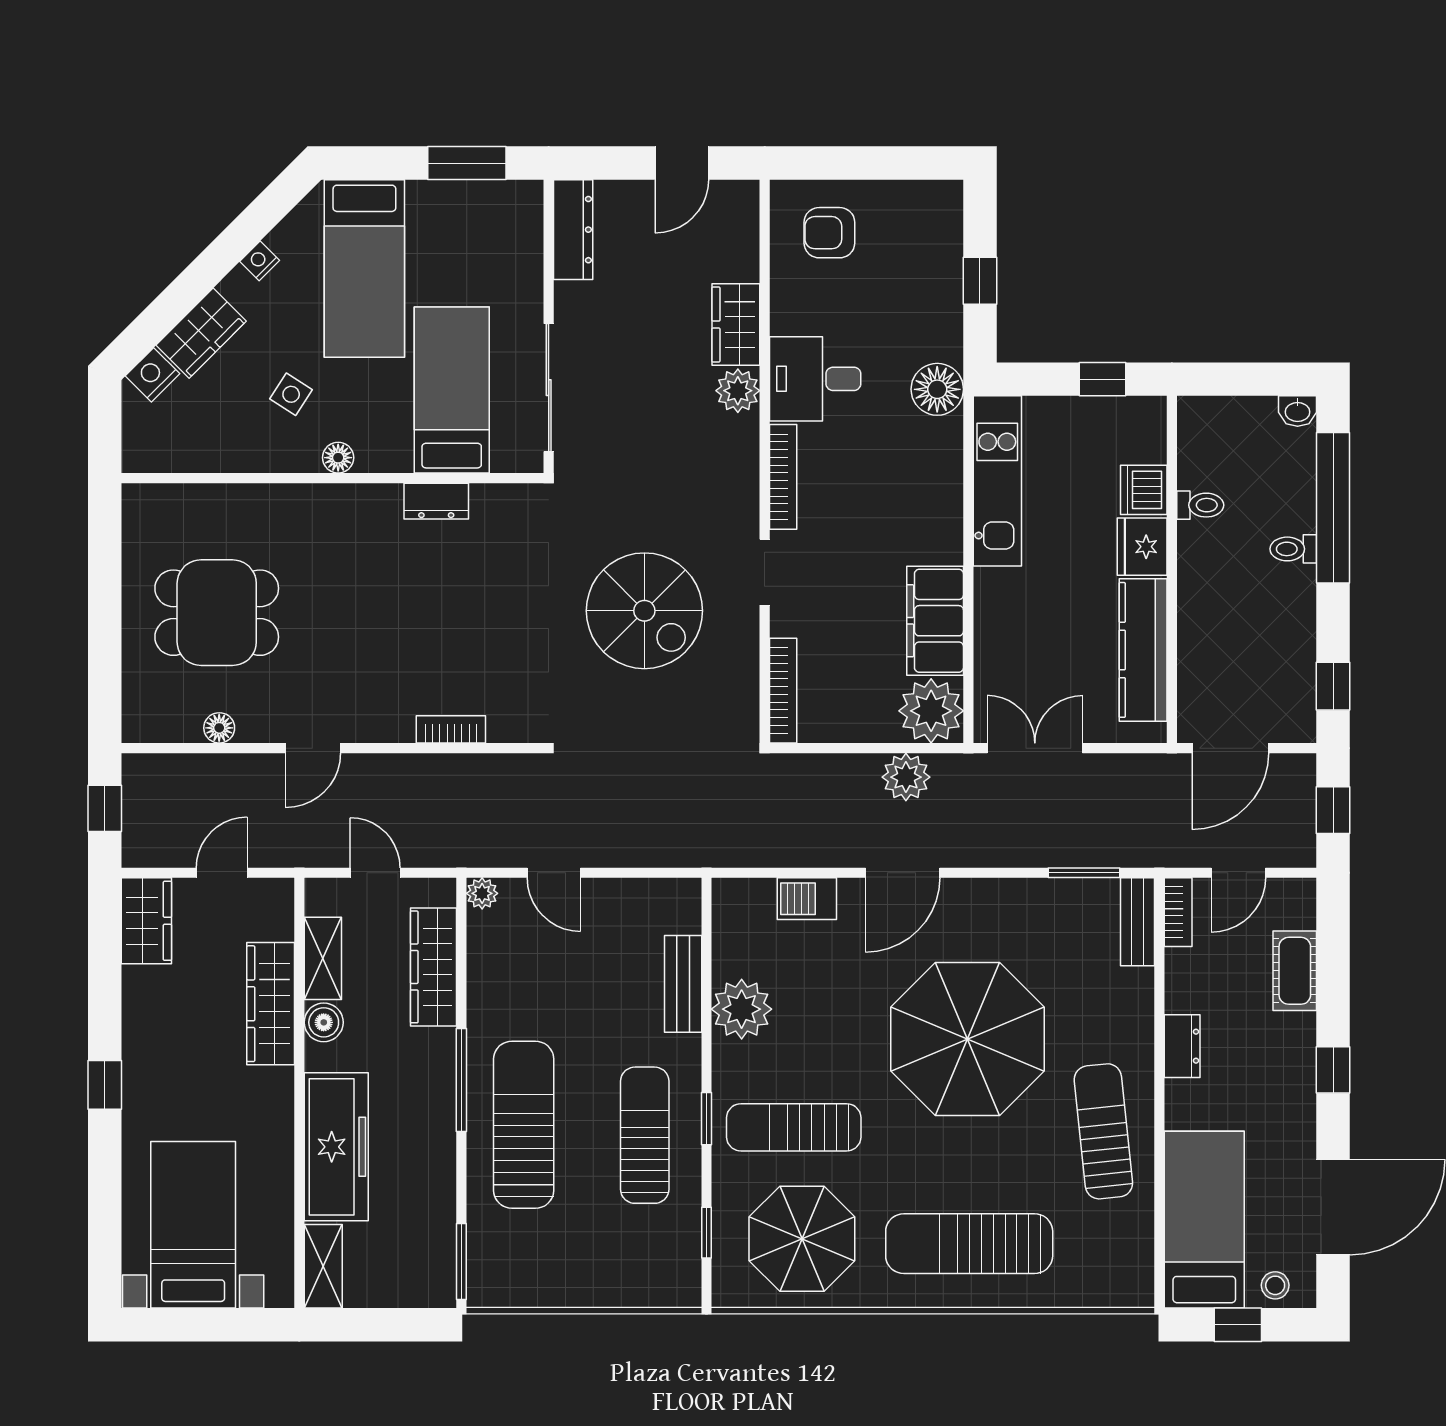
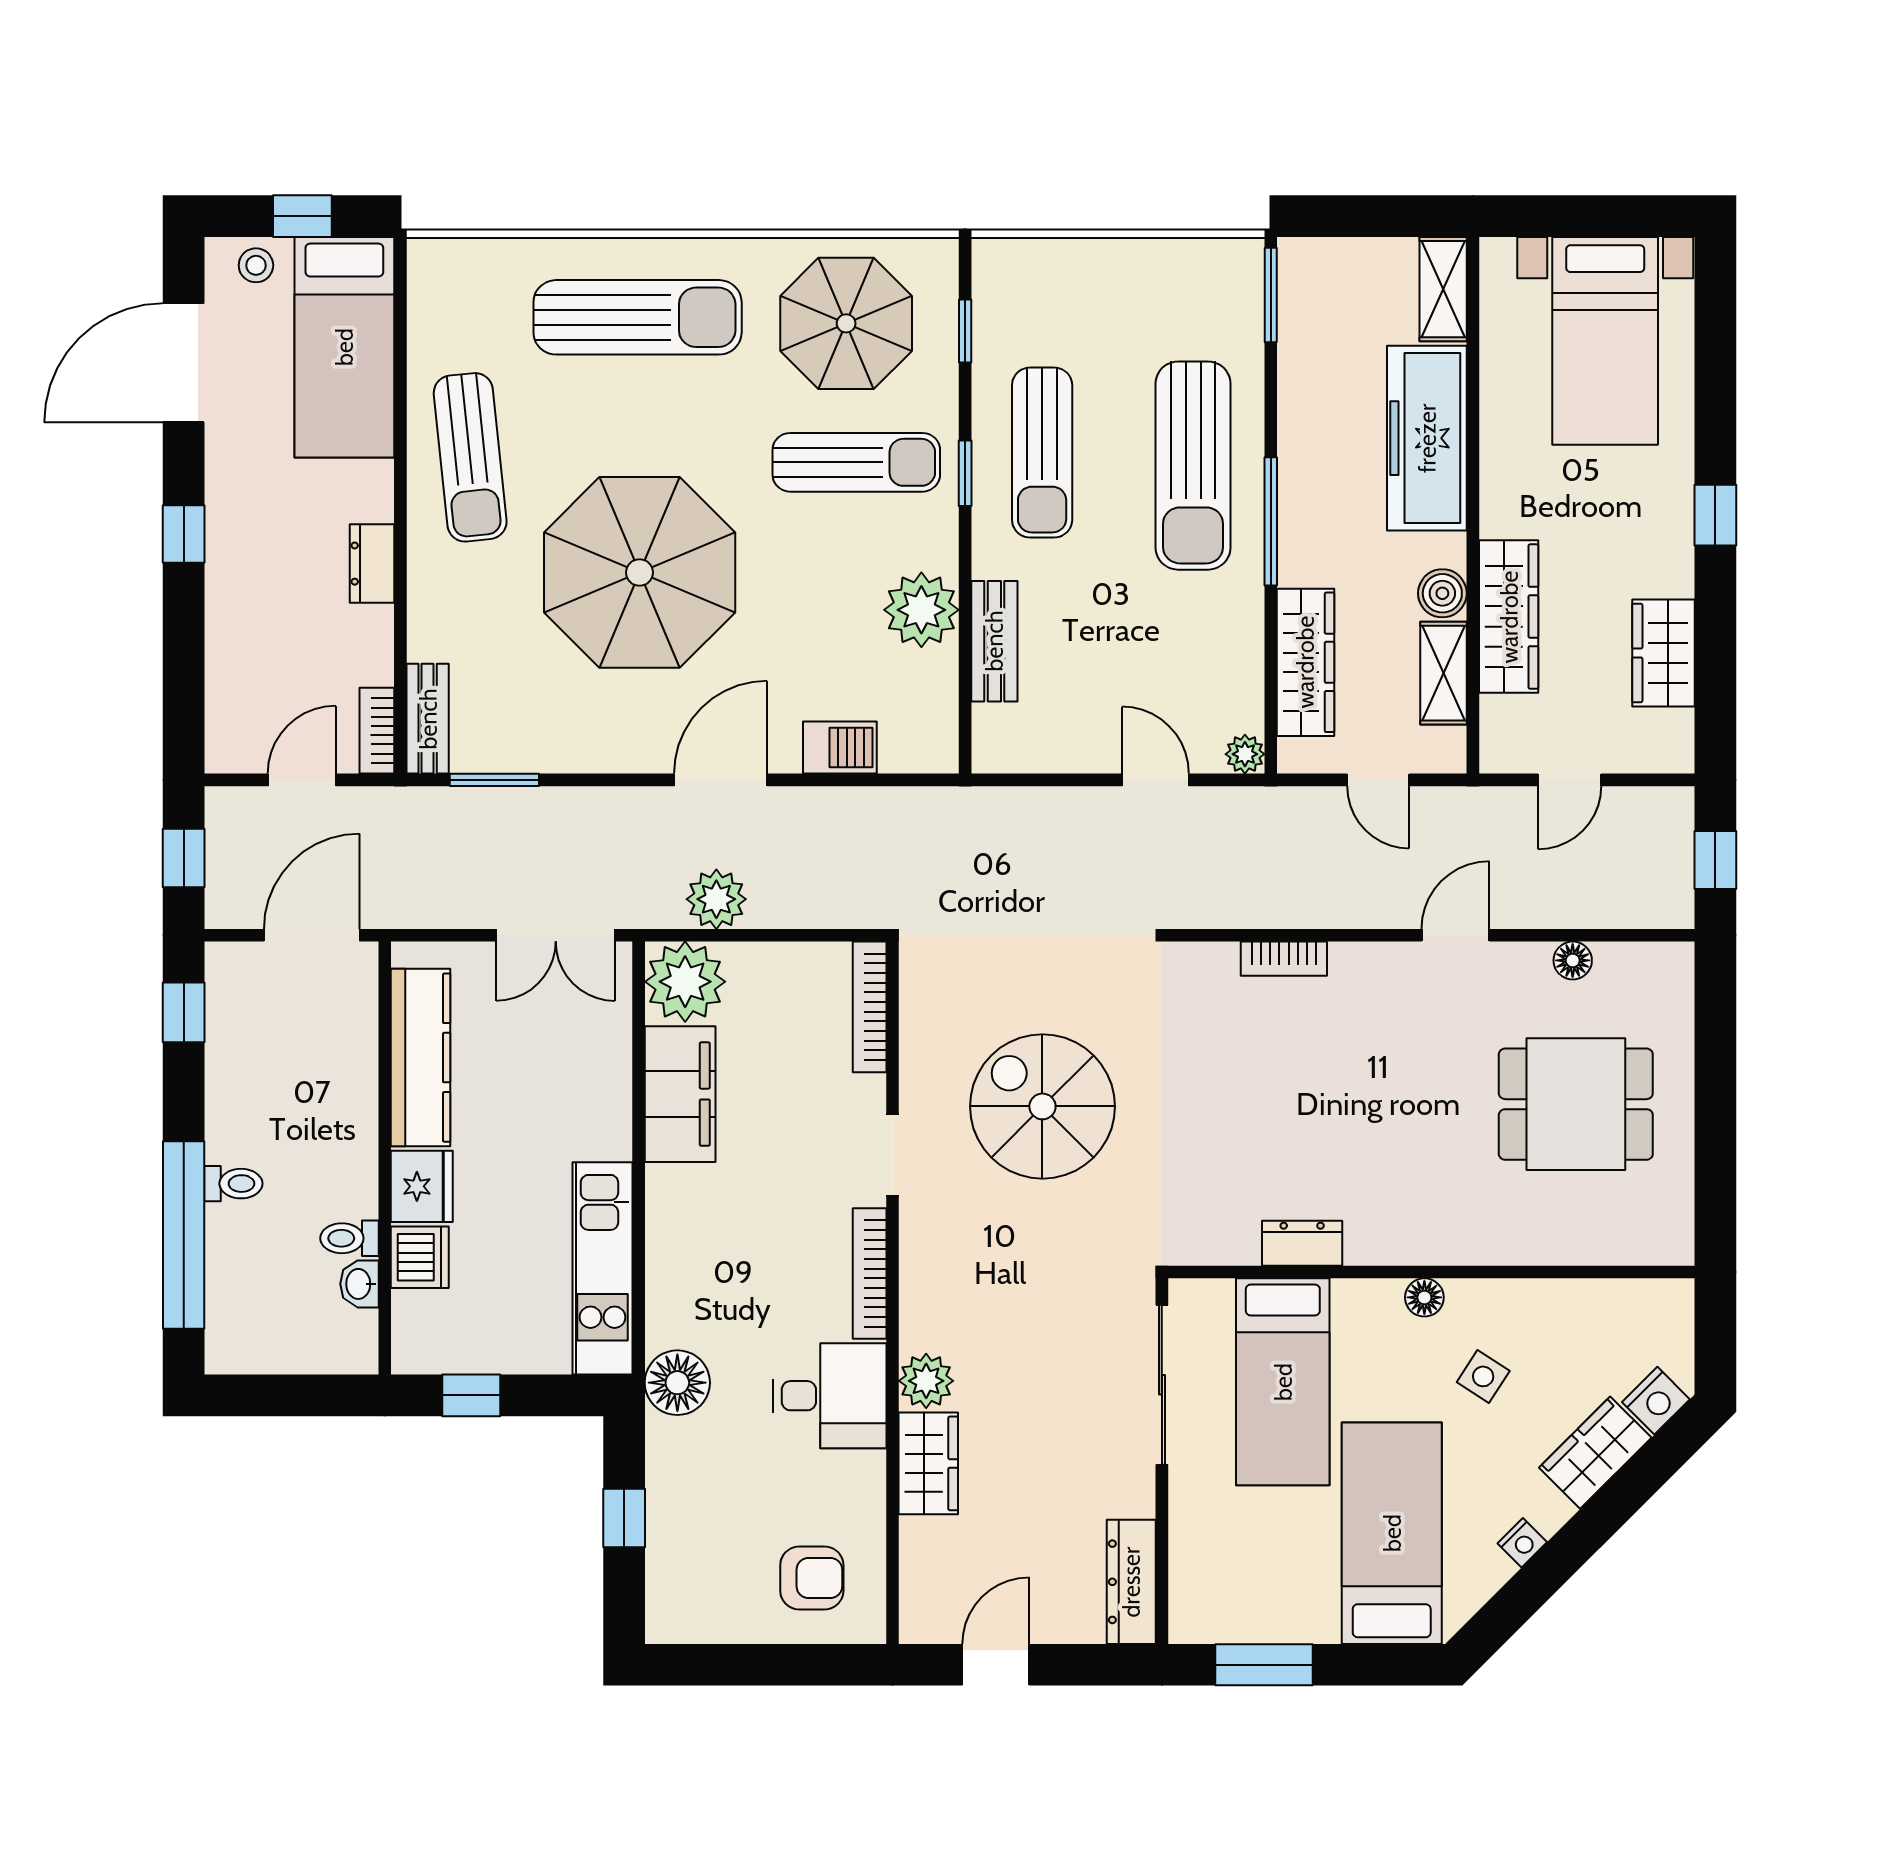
washbasin: (1298, 411) -> (359, 1284), moved, turned -90
wardrobe: (146, 921) -> (1663, 653), moved
cot: (1295, 971) -> (232, 658), removed

